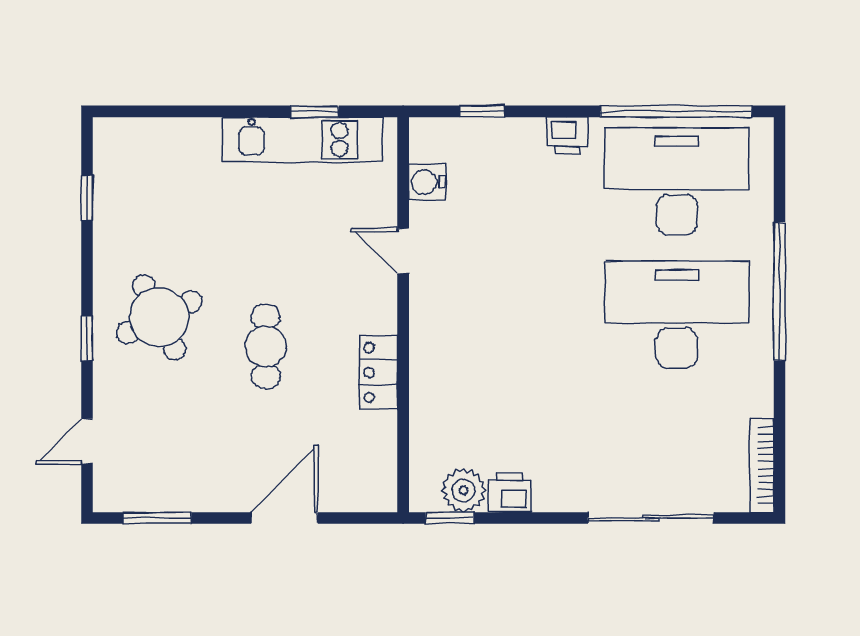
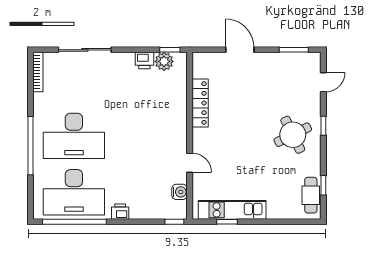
window: (482, 111) -> (174, 222), moved
cafe table: (266, 347) -> (311, 195), moved
locker: (379, 372) -> (200, 103), width x1.53
door: (284, 518) -> (240, 50), swing flipped

